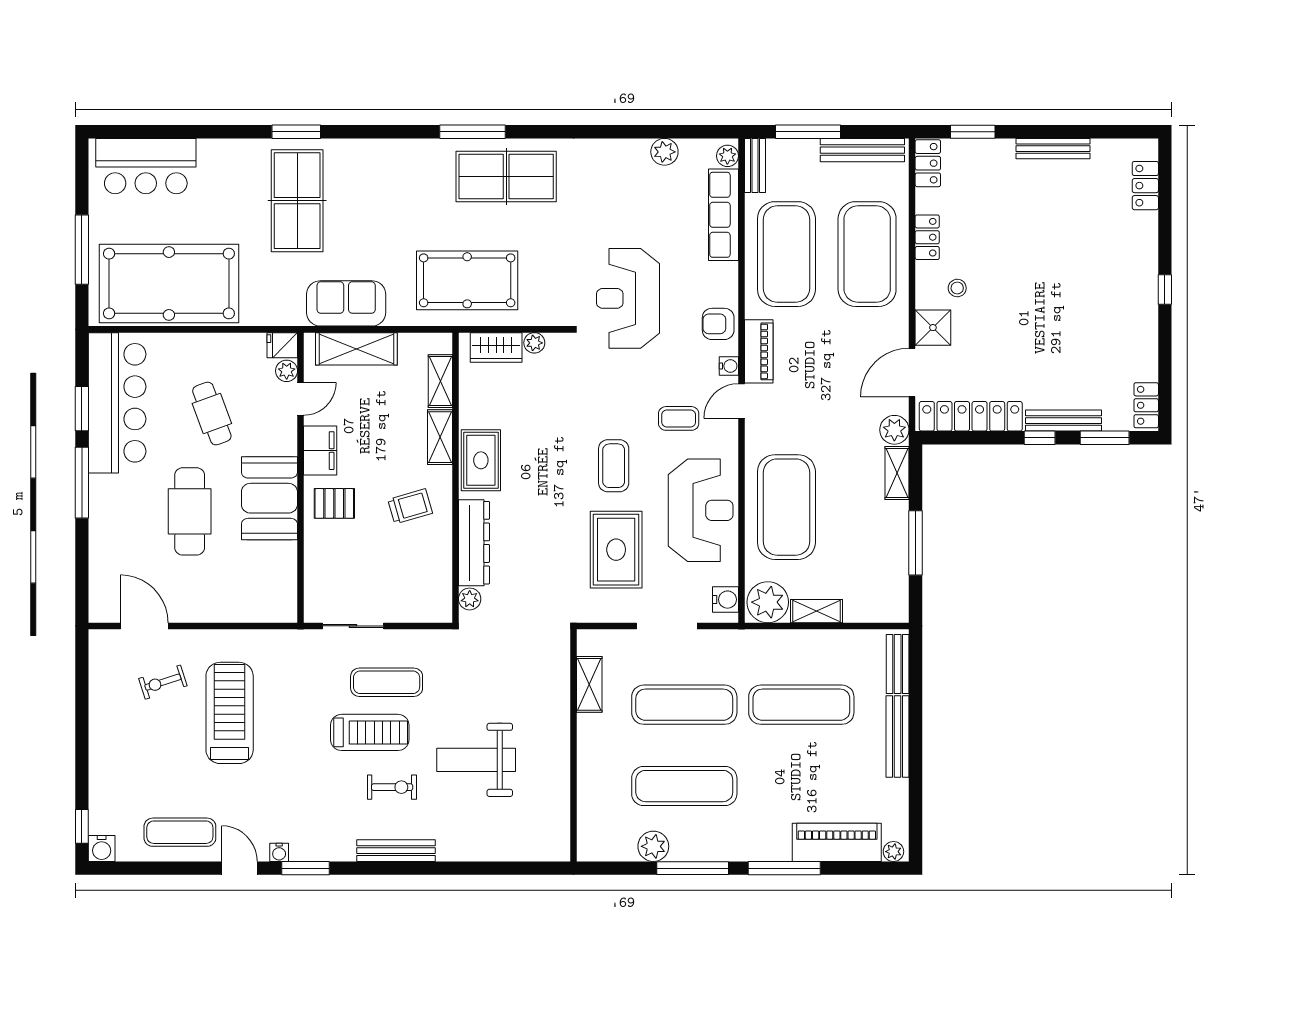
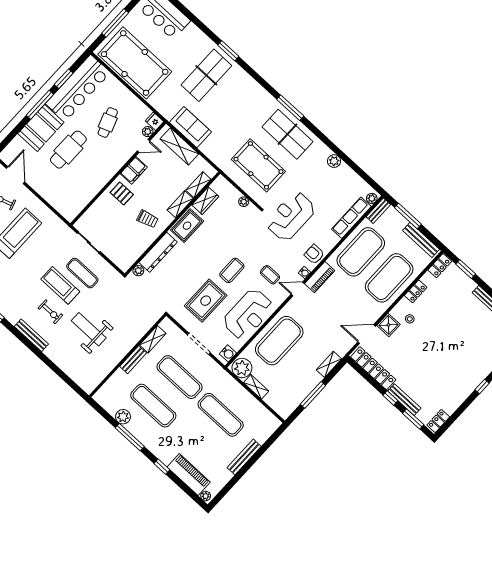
plant: (664, 152) -> (334, 161), moved
pool table: (467, 280) -> (258, 165), moved
wardrobe: (496, 347) -> (205, 201), moved, turned -90
plant: (894, 430) -> (342, 348), removed
booth: (269, 498) -> (41, 128), moved
bench: (898, 664) -> (133, 360), moved
treadmill: (370, 732) -> (60, 285), turned 180
window: (784, 868) -> (162, 467), width x0.46

